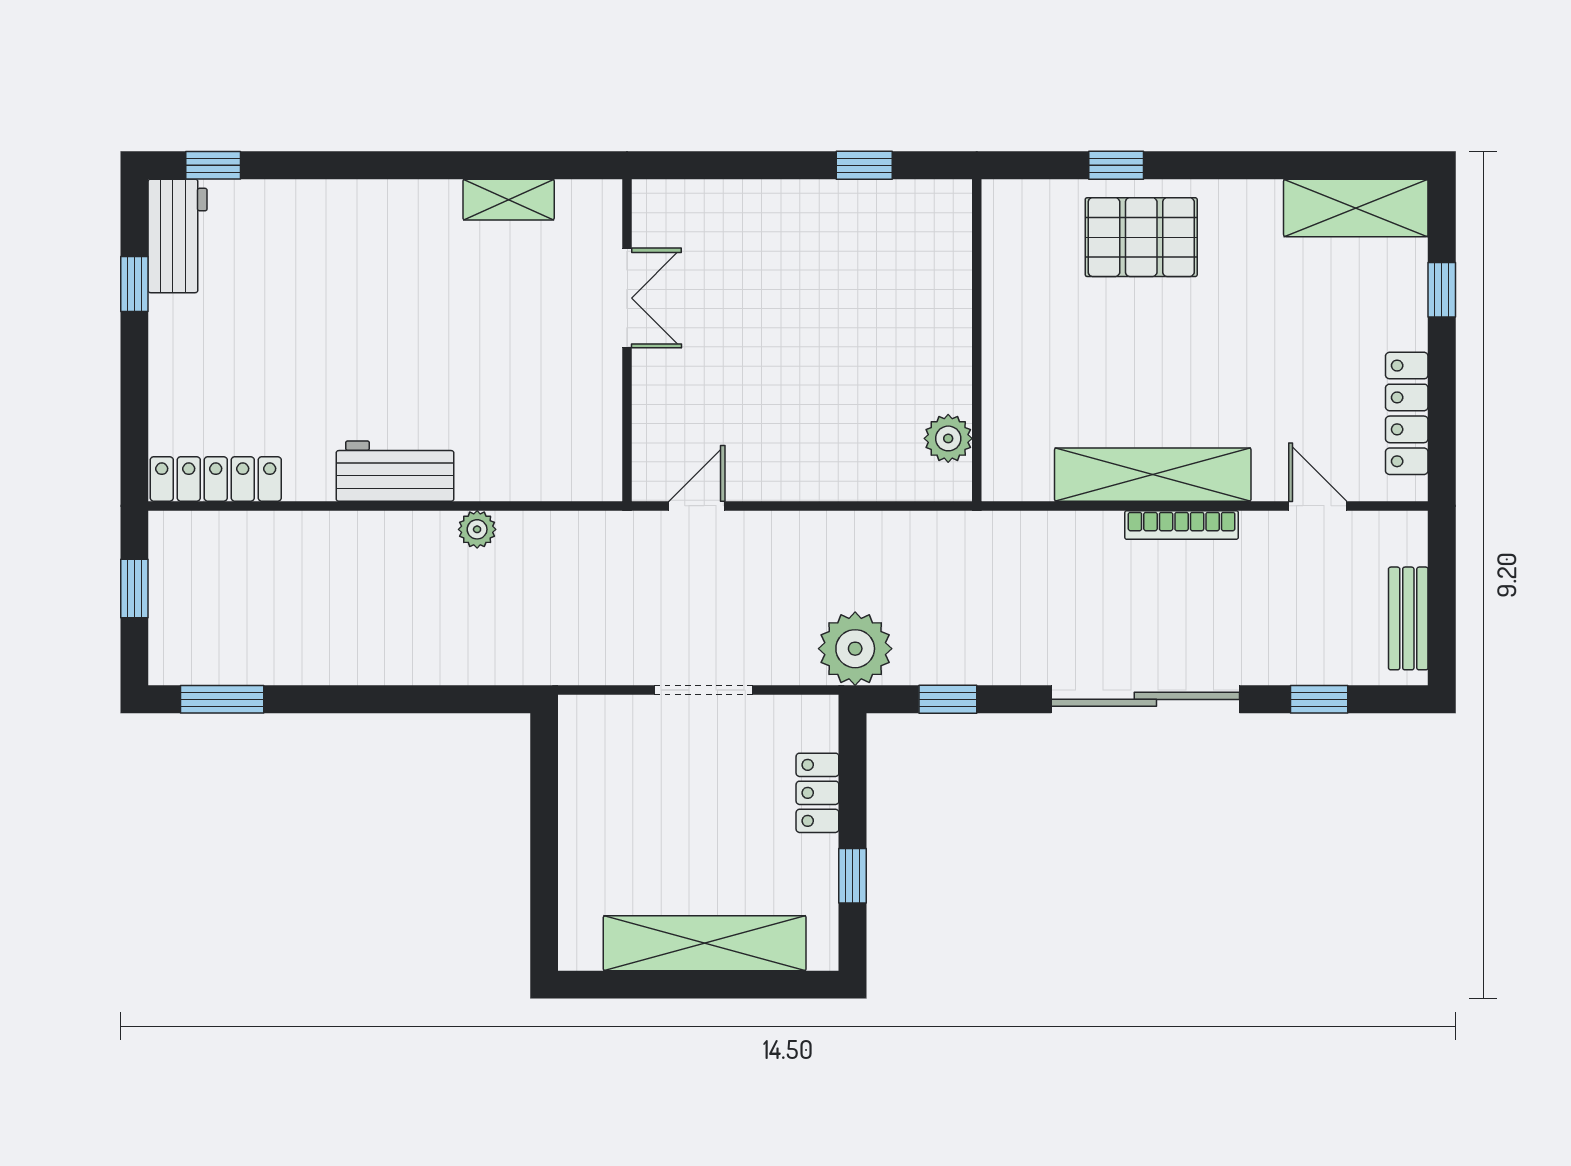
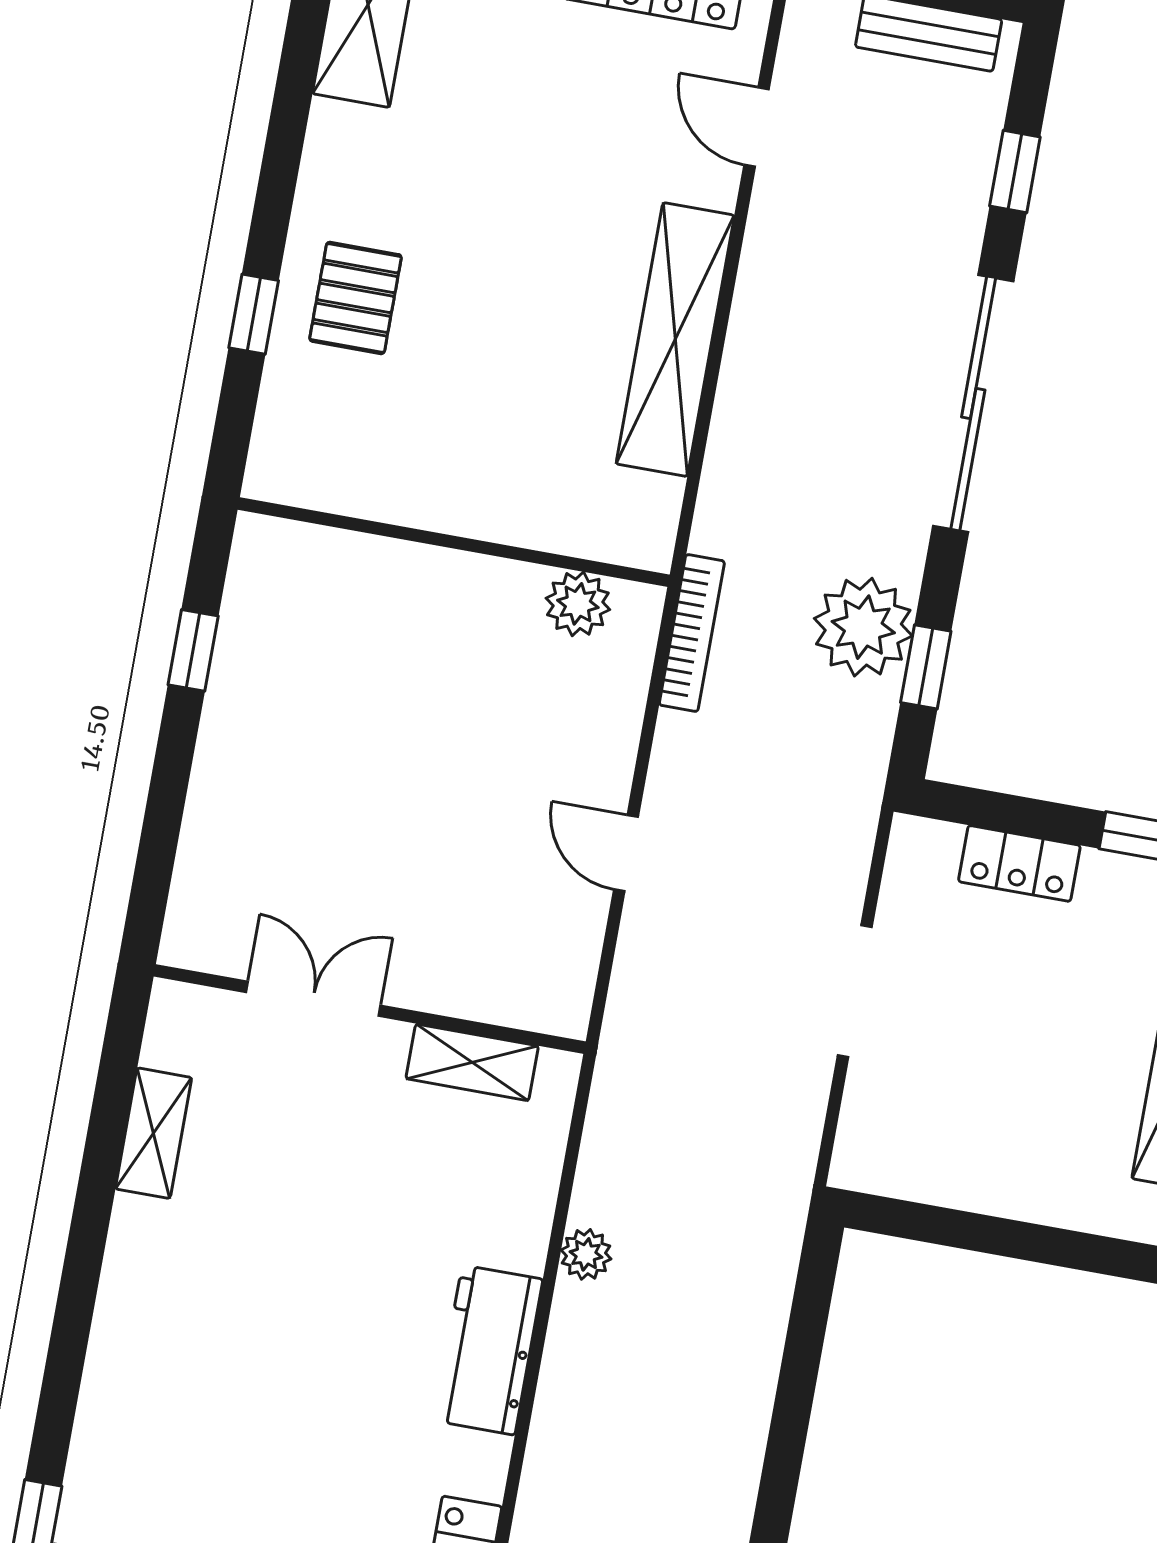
pallet: (1141, 237) -> (355, 298), width x0.67, depth x0.71
shelving: (602, 422) -> (472, 1062), added
door: (697, 506) -> (626, 853), moved
door: (1318, 506) -> (757, 127), hinge flipped
bookcase: (1182, 525) -> (692, 633), moved
plant: (855, 649) -> (863, 627), moved

